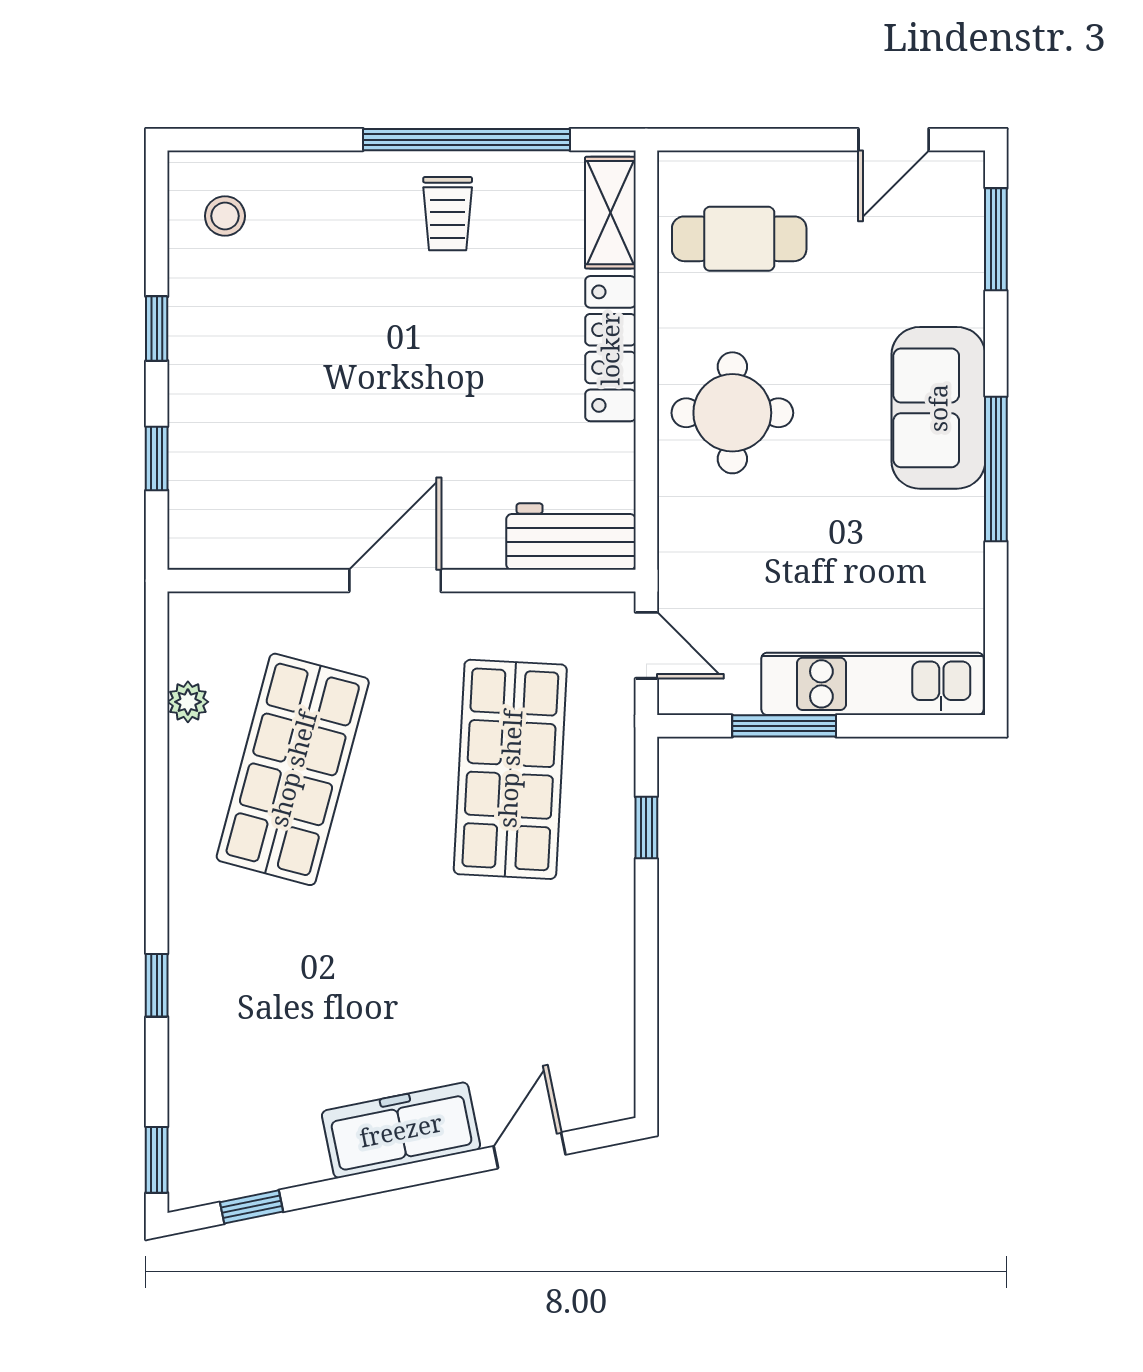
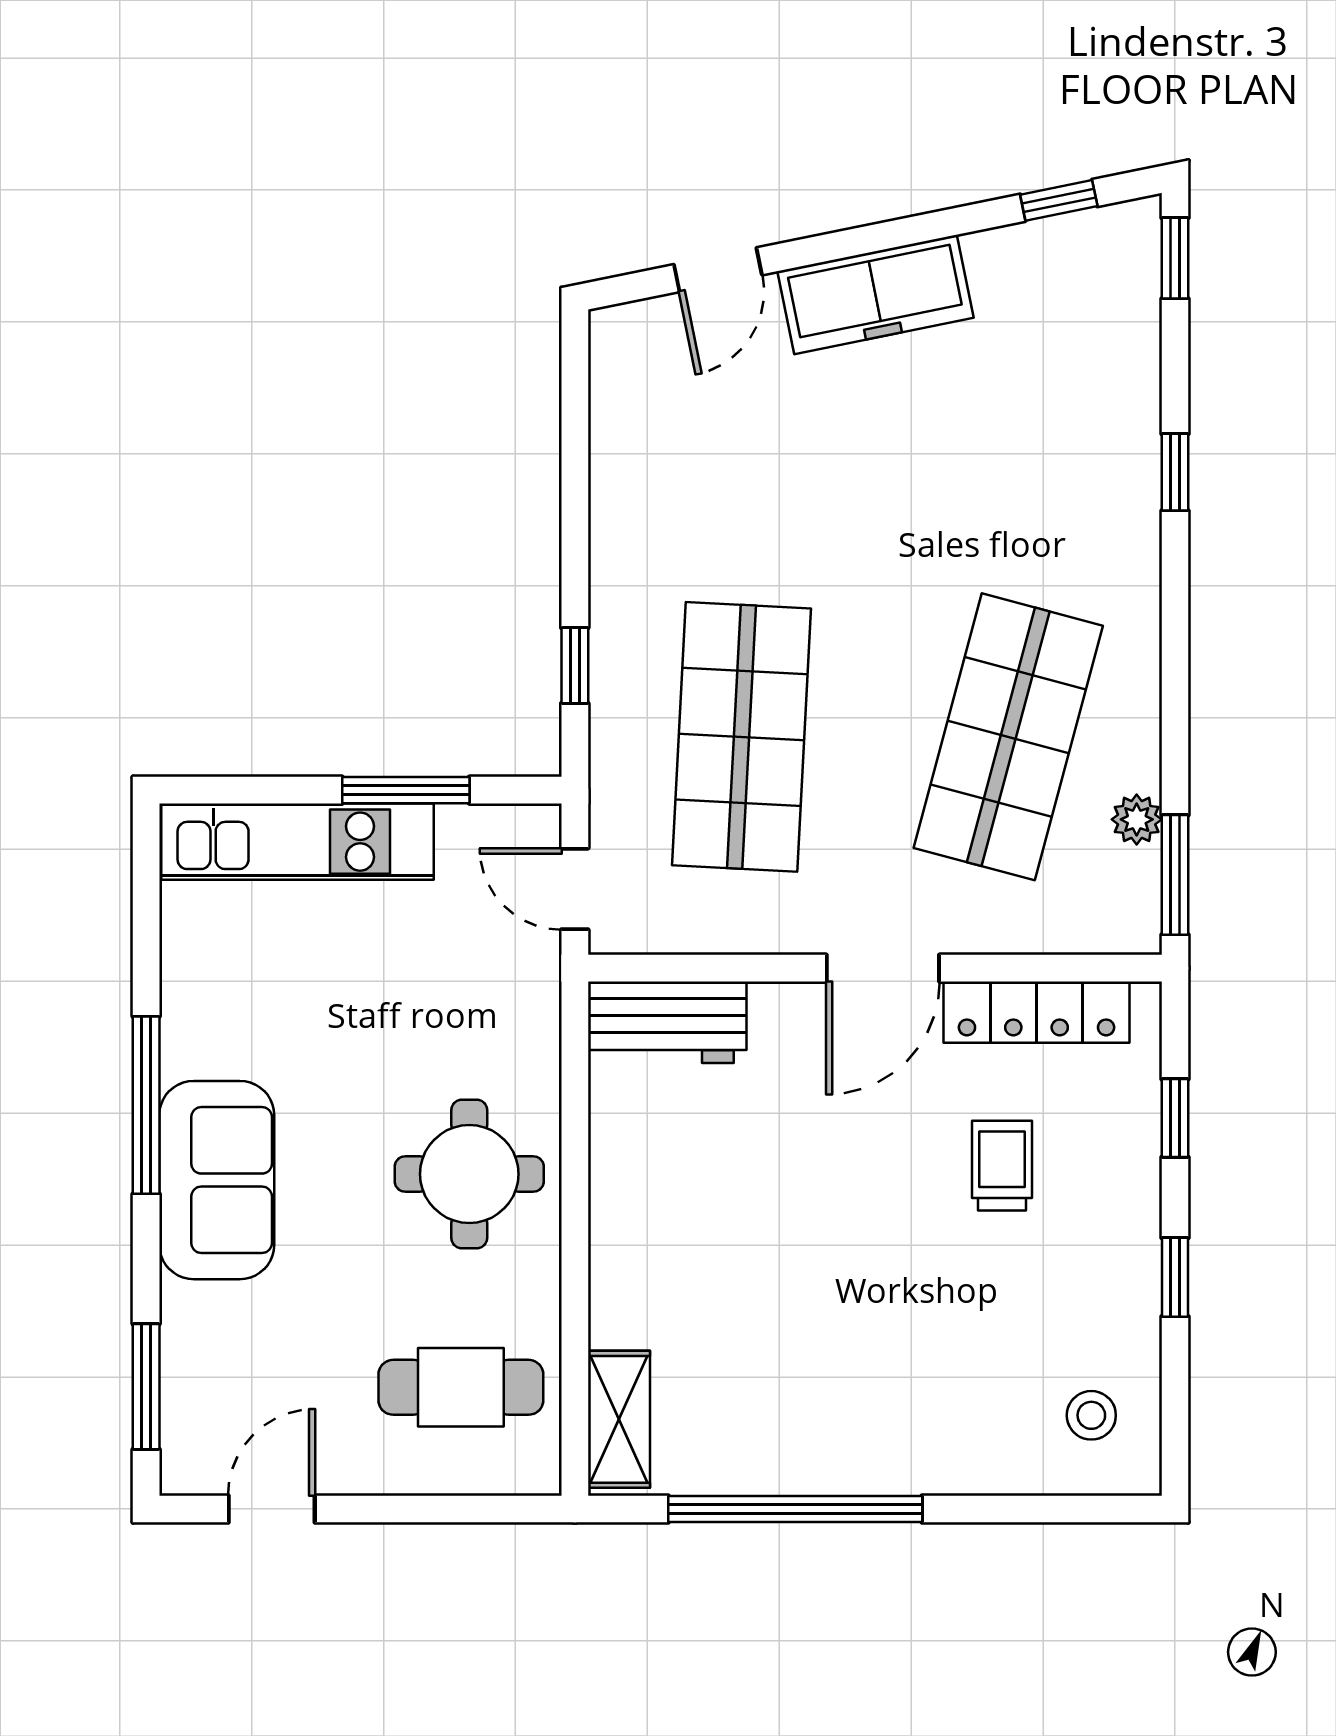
trolley: (448, 214) -> (1002, 1166), moved
locker: (610, 349) -> (1037, 1012), moved, turned 90
window: (157, 657) -> (1175, 875), added

